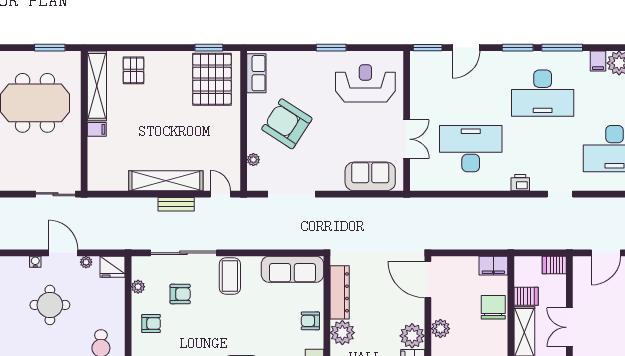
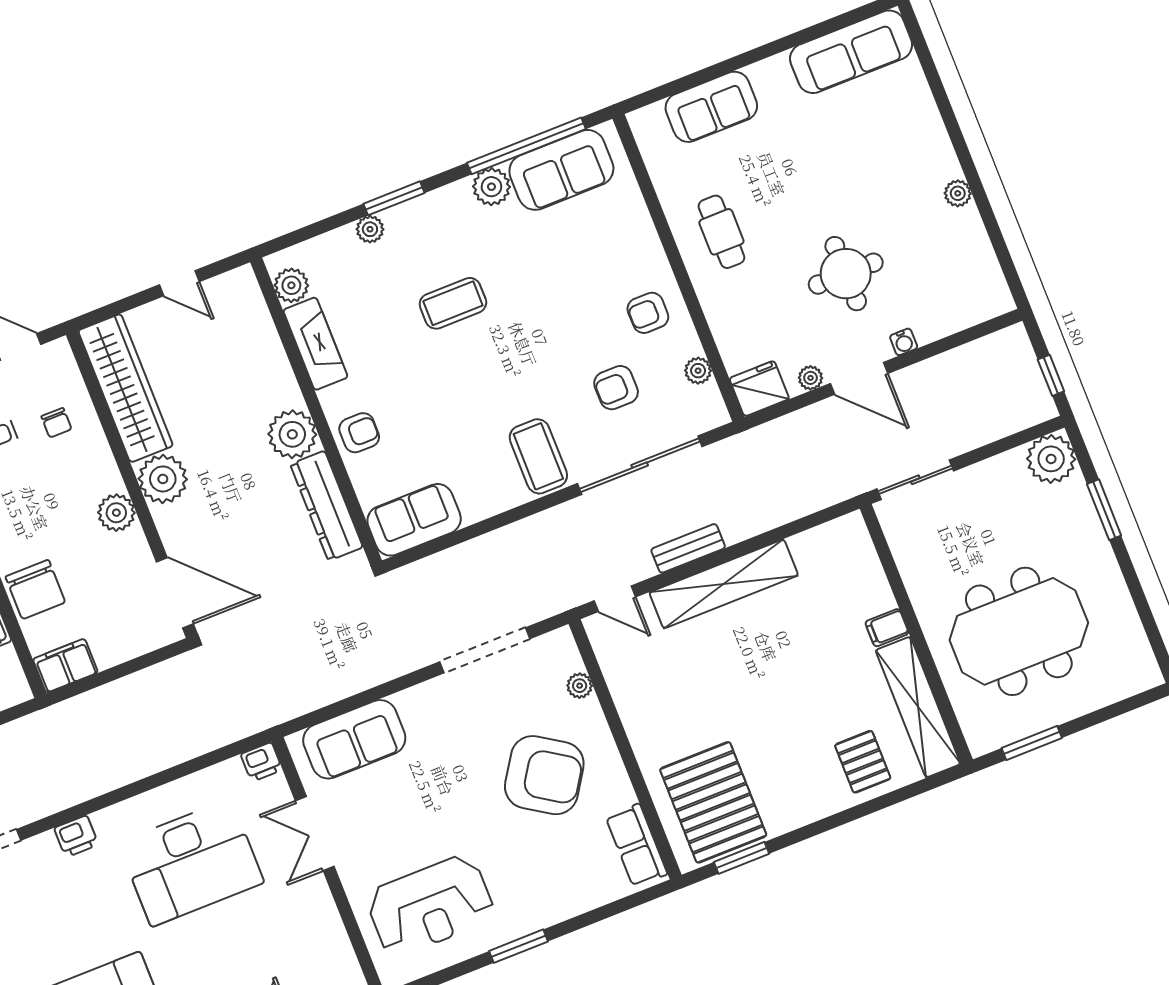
printer: (418, 183) -> (262, 762), added
sofa: (292, 269) -> (414, 520), width x0.73

